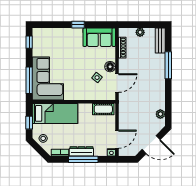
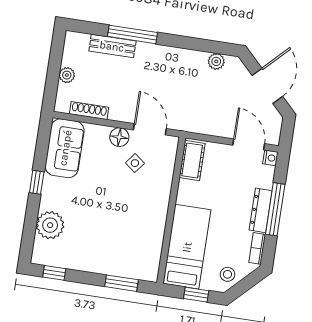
plant: (55, 36) -> (50, 225), added
bench: (160, 41) -> (112, 46), moved
corner sofa: (48, 78) -> (123, 250), removed
window: (29, 80) -> (122, 283), width x0.69

